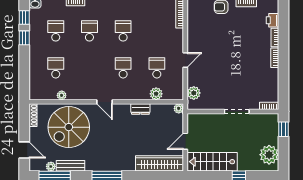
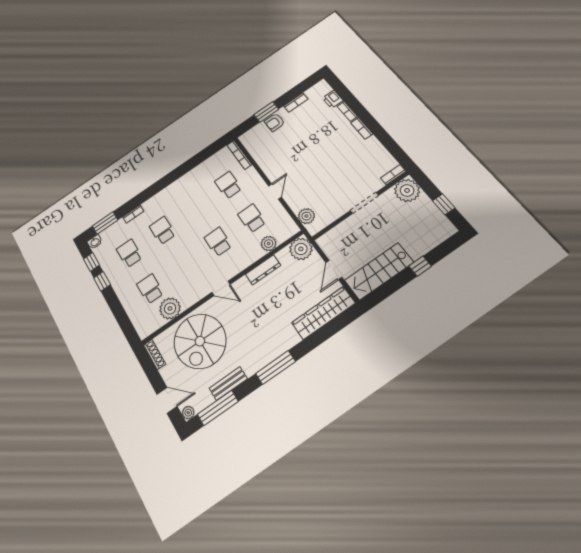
school desk: (123, 31) -> (228, 185), moved
plant: (62, 95) -> (170, 308), width x1.87, depth x1.87
plant: (179, 108) -> (301, 249), width x1.88, depth x1.88
dresser: (140, 109) -> (263, 270), width x1.44
window: (284, 129) -> (444, 204), moved
plant: (269, 155) -> (407, 190), moved
plant: (51, 166) -> (188, 413), moved

